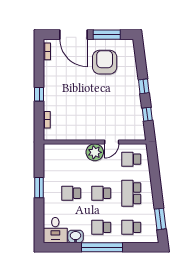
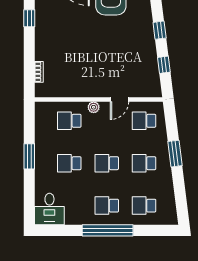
window: (39, 94) -> (29, 18), moved
plant: (95, 152) -> (94, 107), width x0.53, depth x0.53
school desk: (71, 159) -> (69, 121), added
school desk: (131, 193) -> (144, 163), width x0.54
window: (160, 219) -> (175, 154), moved
washbasin: (76, 236) -> (75, 217), removed

